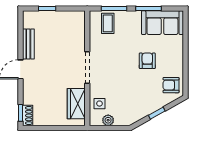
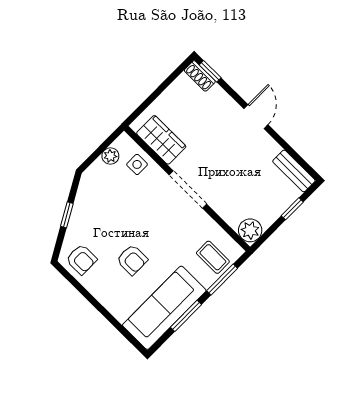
plant: (77, 18) -> (250, 230), added
sofa: (162, 23) -> (164, 308), width x1.36
bench: (28, 44) -> (294, 171), moved
armchair: (171, 85) -> (81, 259), turned 90

